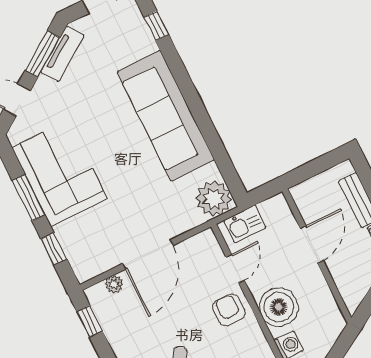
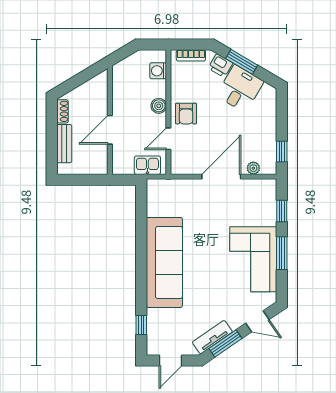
plant: (214, 199) -> (160, 192), removed
boiler: (279, 307) -> (159, 106), width x0.54, depth x0.54

